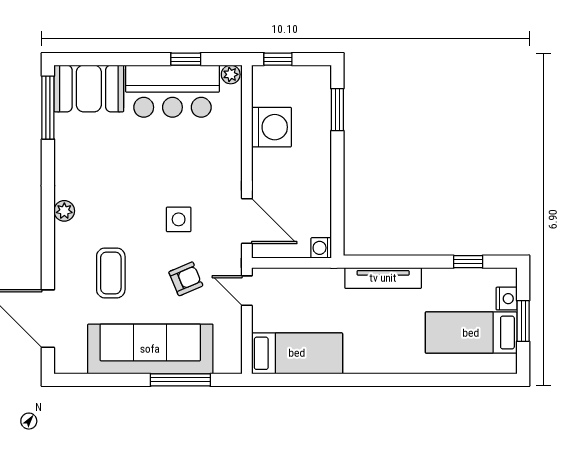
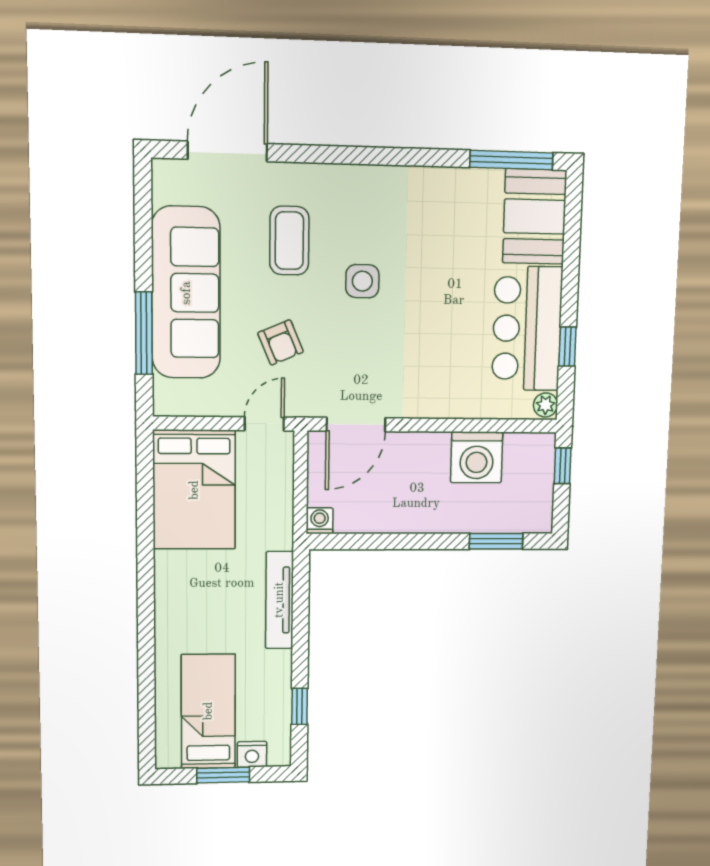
plant: (64, 211) -> (374, 179), removed
side table: (179, 219) -> (362, 281), moved
coffee table: (111, 273) -> (289, 241), turned 90
bed: (297, 353) -> (194, 490), width x1.50

